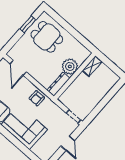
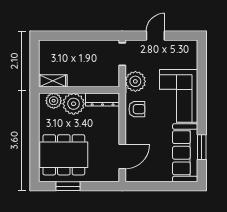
dining table: (47, 37) -> (64, 155), width x1.38
plant: (81, 57) -> (54, 101), added
plant: (53, 111) -> (135, 81), added

